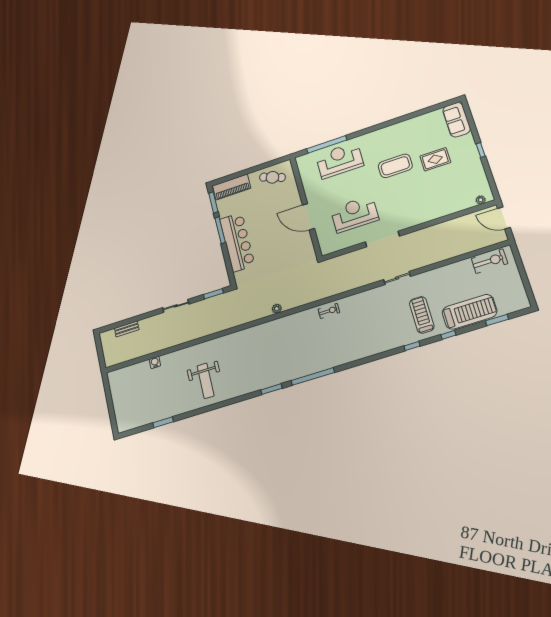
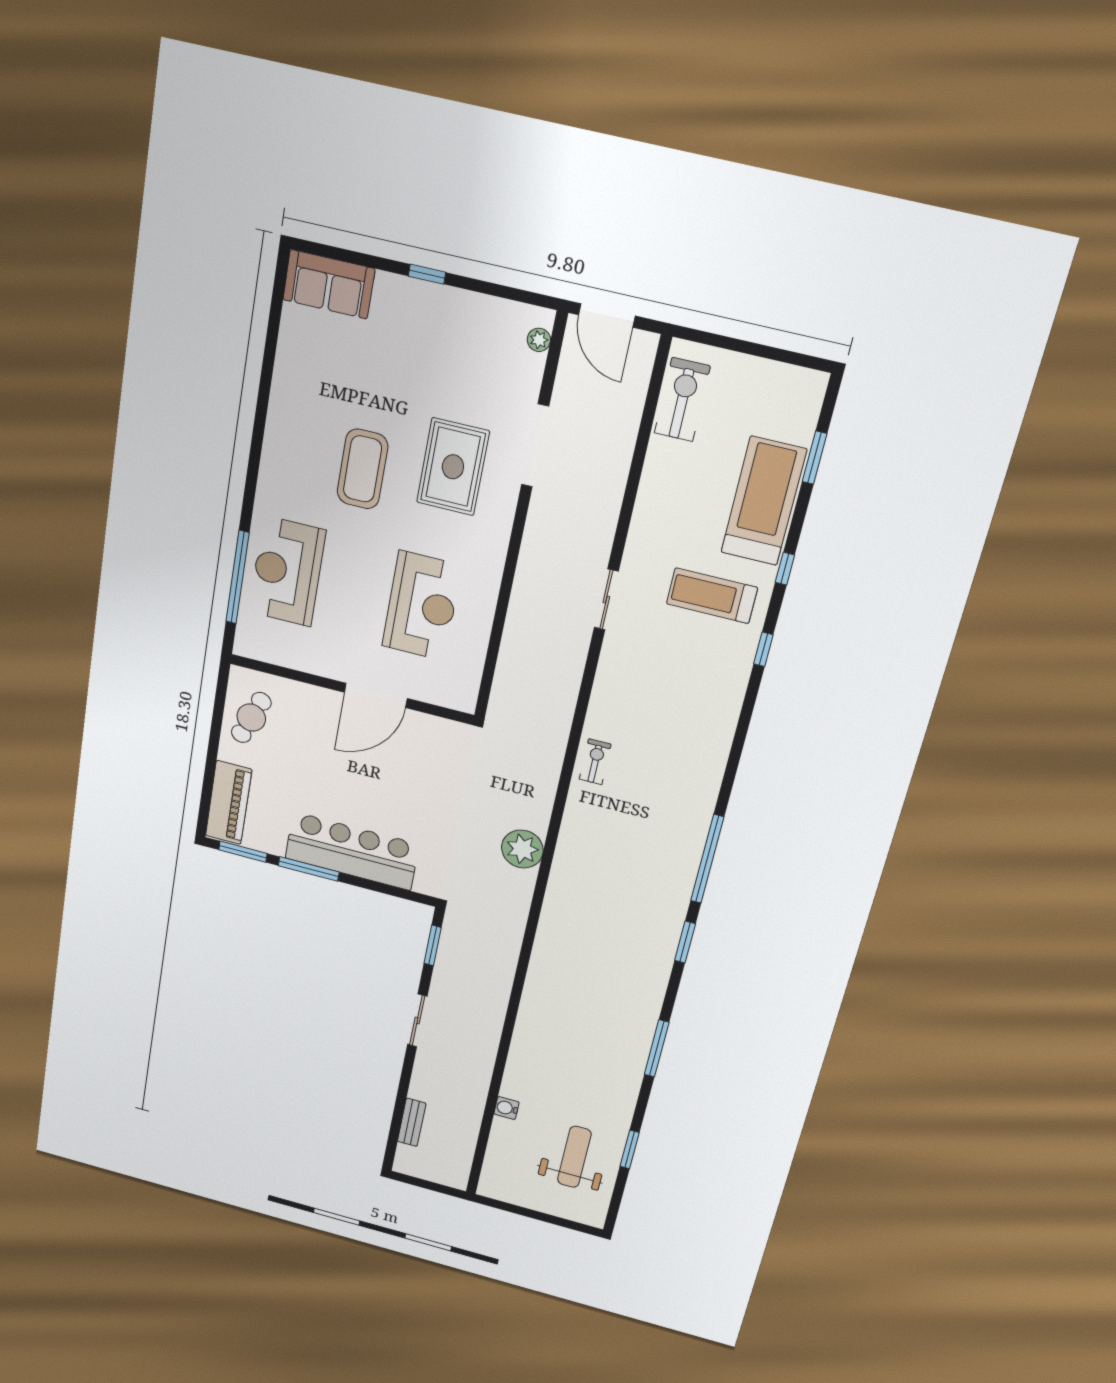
rug: (435, 159) -> (453, 467), moved, width x1.36, depth x1.43
reception desk: (355, 214) -> (422, 606), turned 180
door: (504, 218) -> (607, 315), hinge flipped
doorway: (382, 239) -> (535, 445), moved
plant: (277, 309) -> (522, 849), width x1.88, depth x1.88
weight bench: (206, 381) -> (574, 1157), moved, turned -90
window: (217, 406) -> (657, 1048), added

